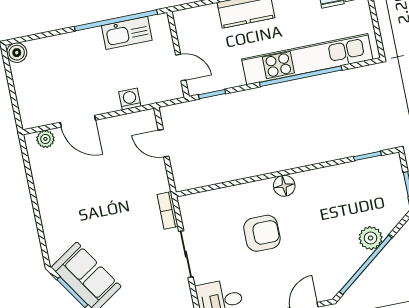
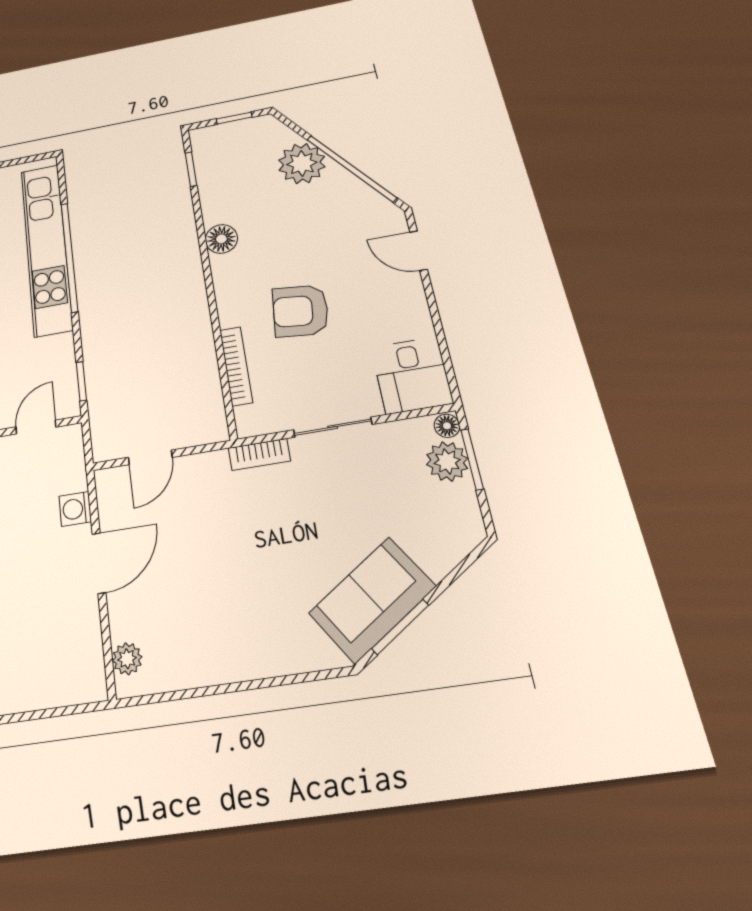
door: (78, 121) -> (99, 563), moved
floor lamp: (284, 186) -> (221, 239), moved
bookcase: (224, 194) -> (236, 366), added
armchair: (262, 233) -> (300, 311), turned -84
plant: (371, 238) -> (302, 163), width x1.36, depth x1.36

